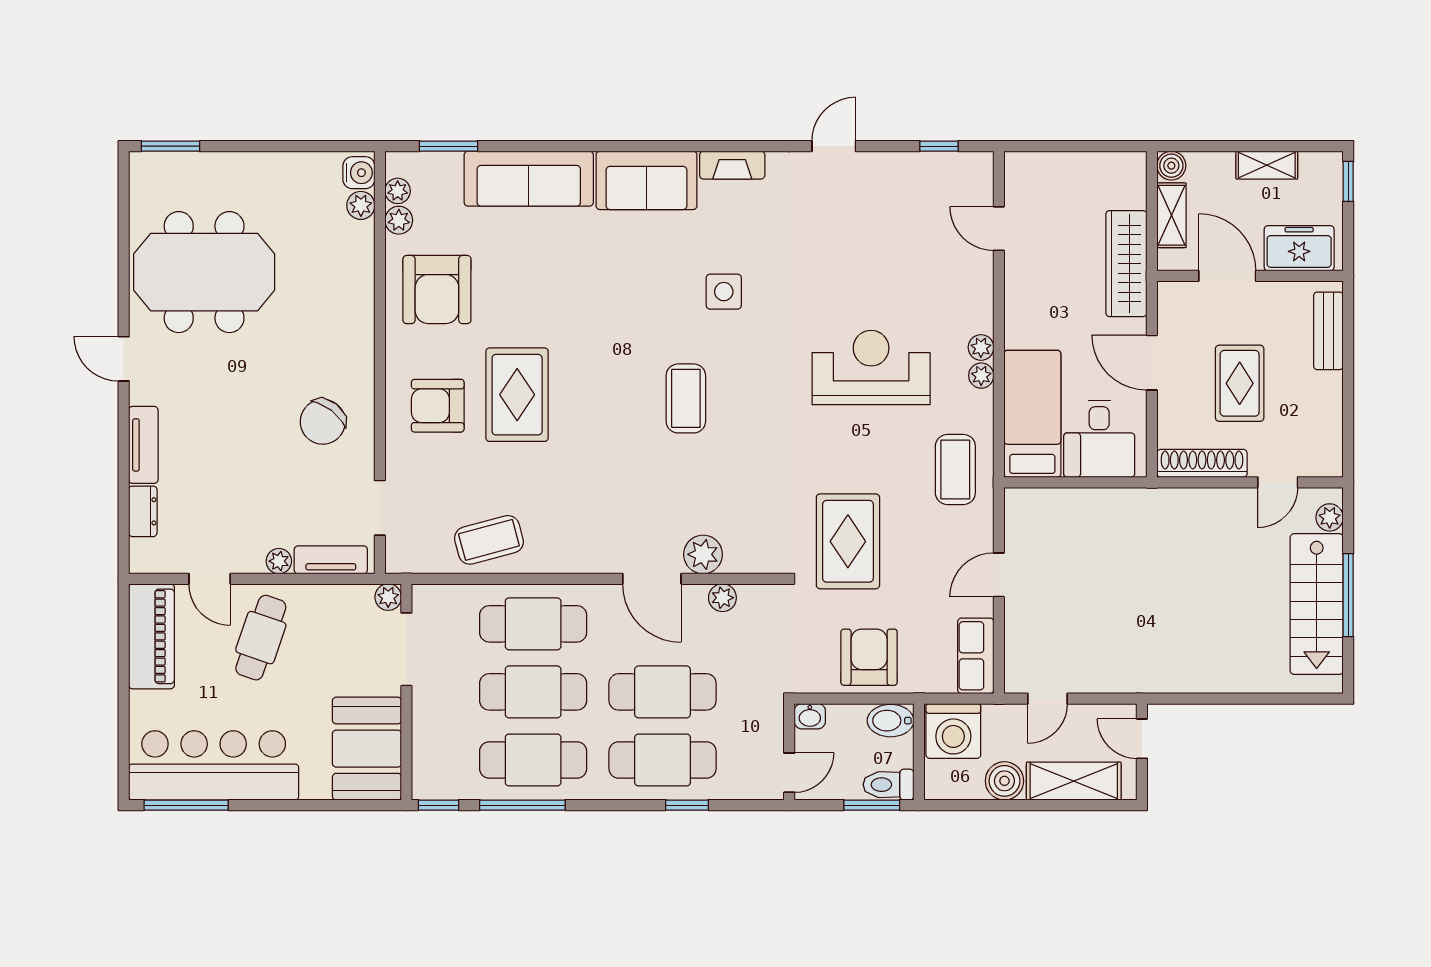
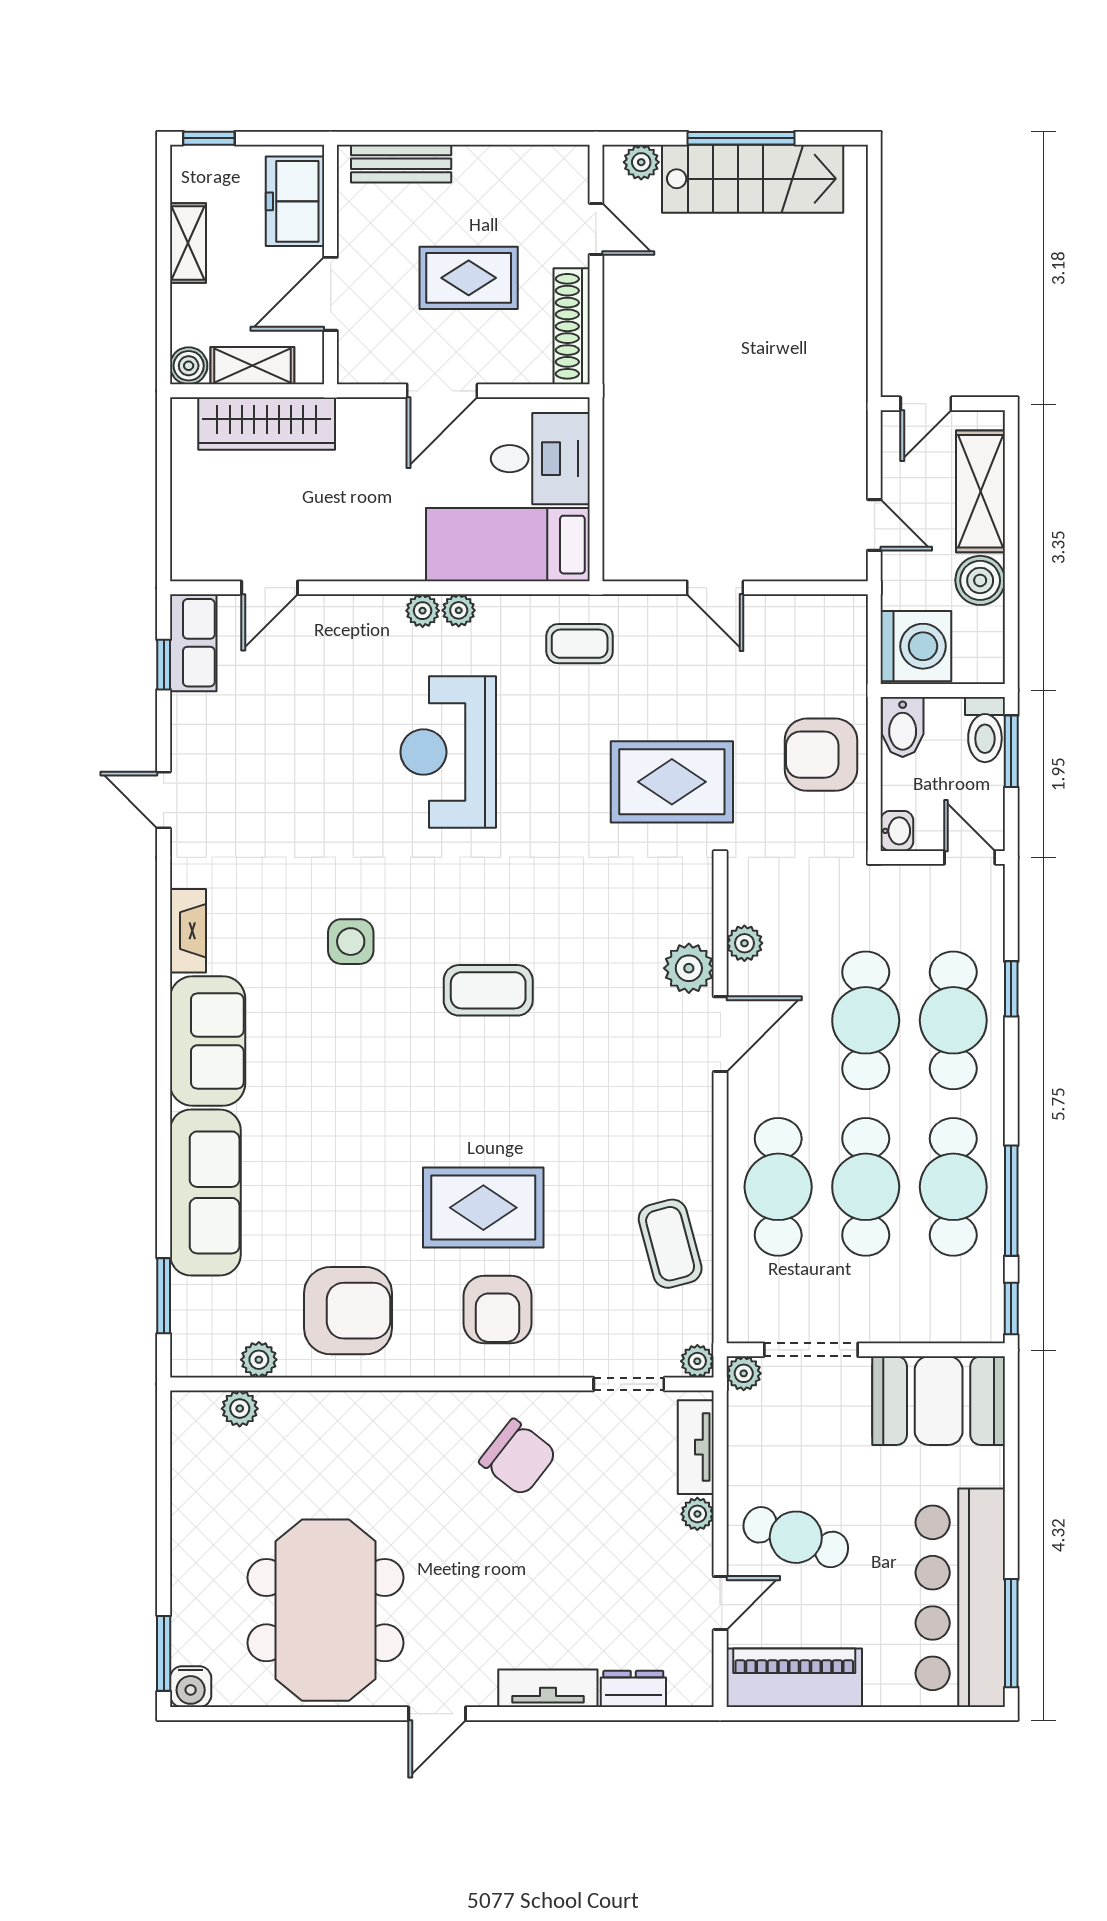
water cooler: (359, 173) -> (191, 1687), moved, turned 180
plant: (398, 191) -> (697, 1361), moved
wardrobe: (1126, 264) -> (267, 424), moved
coffee table: (955, 469) -> (580, 644), width x0.73, depth x0.77
row of seats: (976, 656) -> (193, 643), moved, turned -90

